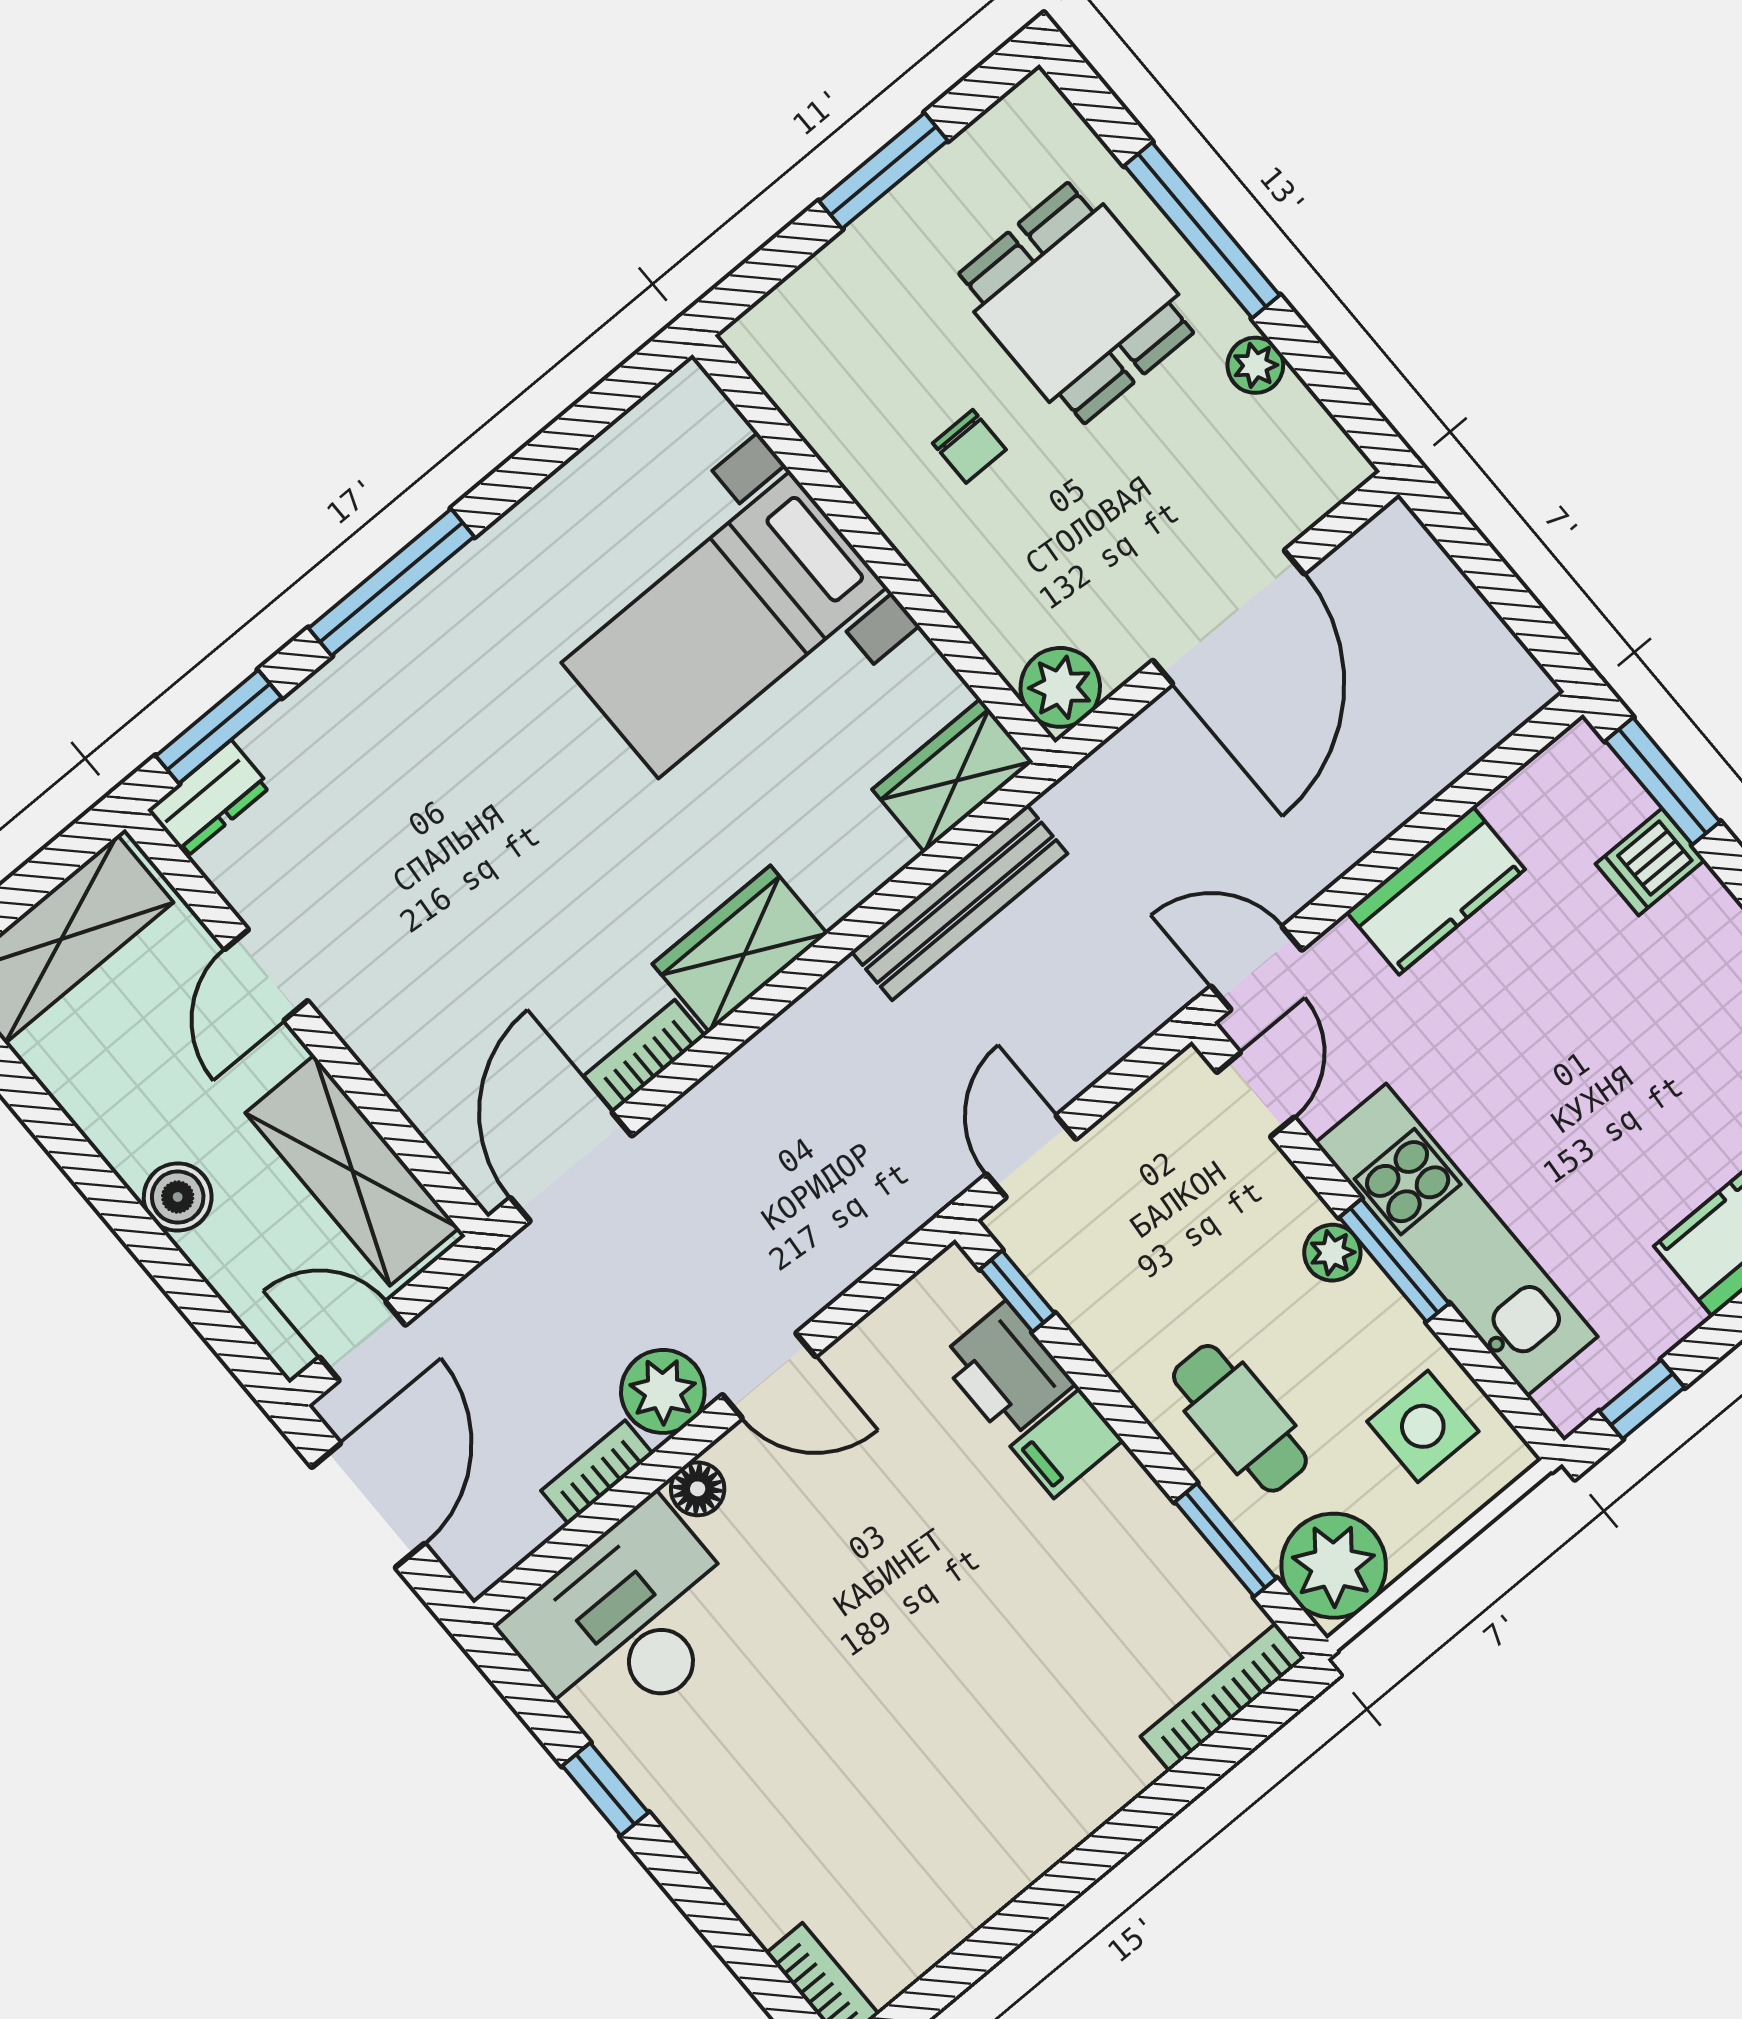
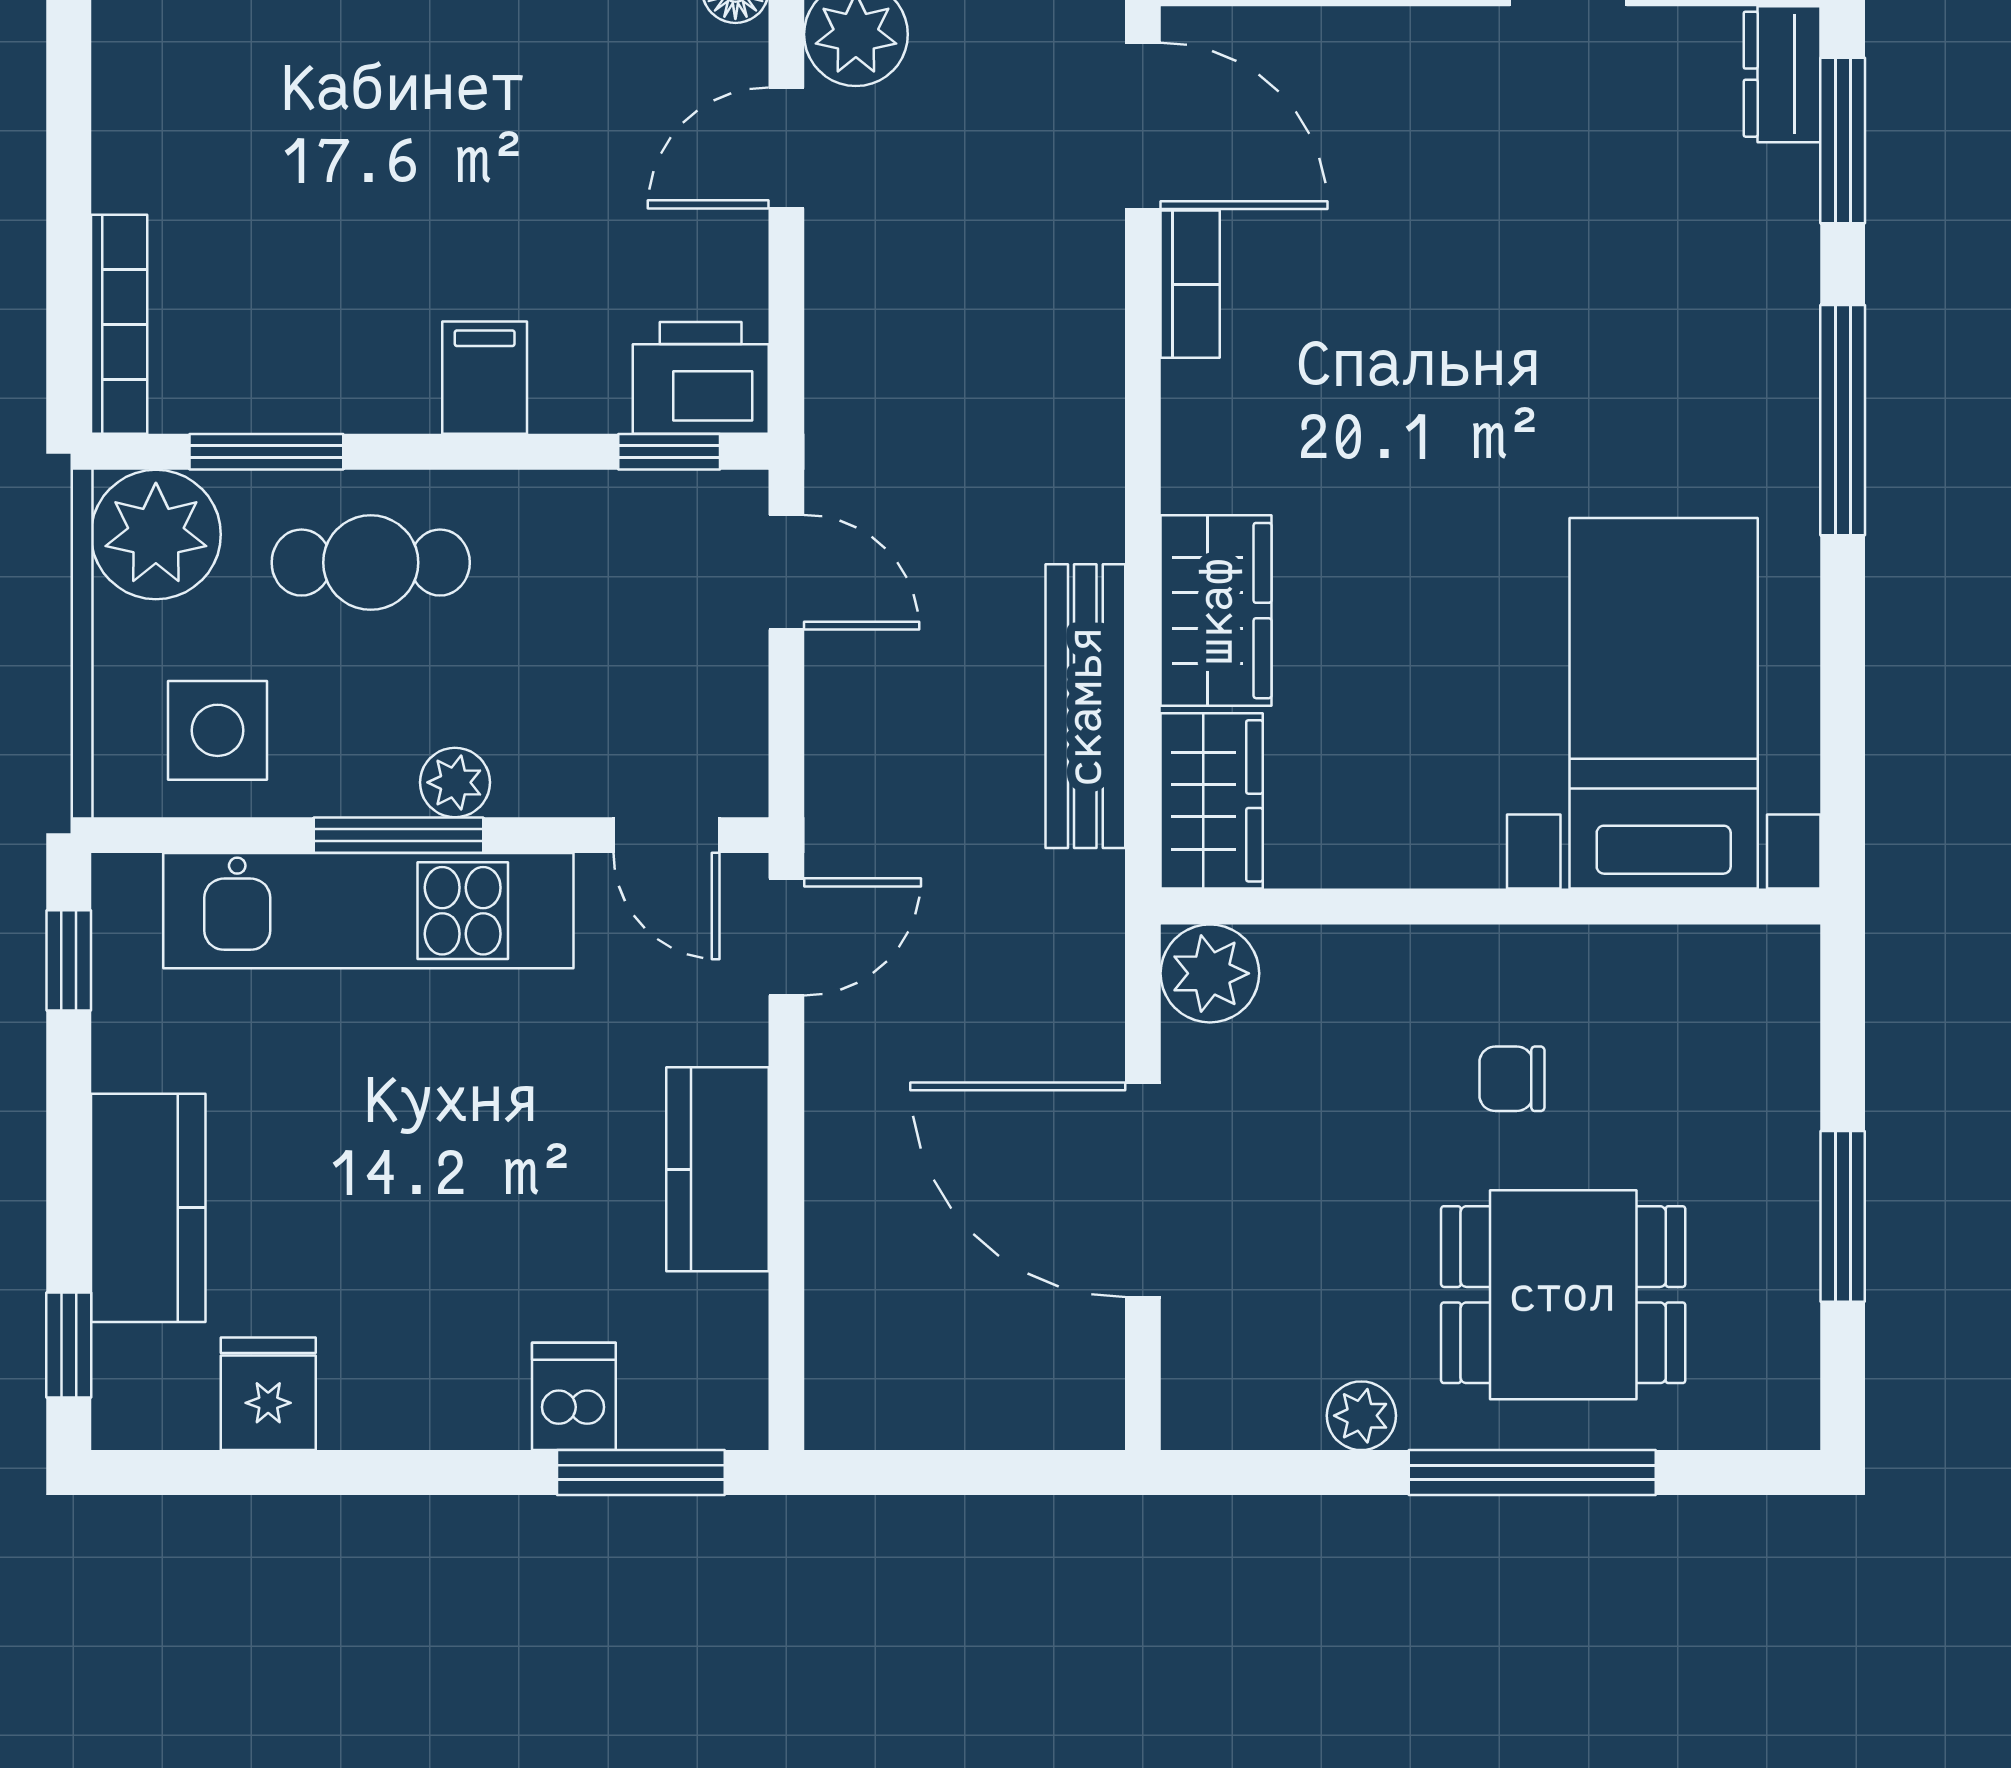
bed with nightstands: (724, 625) -> (1664, 703), moved
wardrobe: (740, 949) -> (1216, 611), moved
printer: (1006, 1371) -> (701, 378), moved

